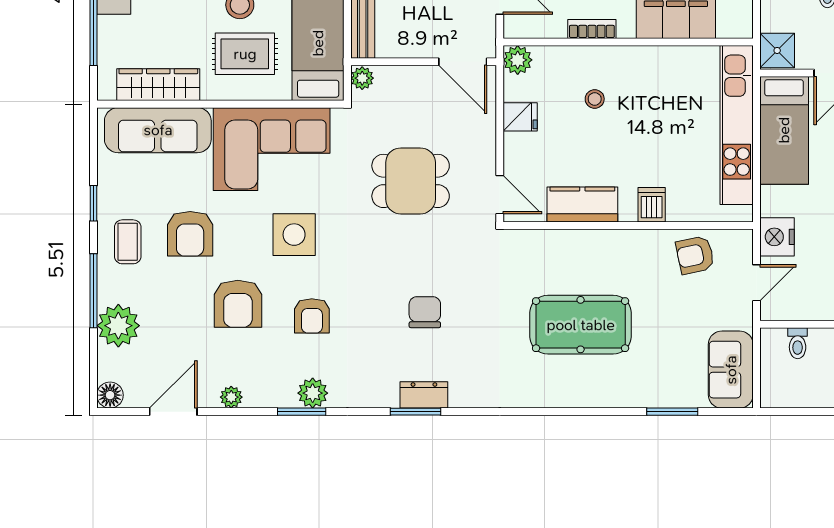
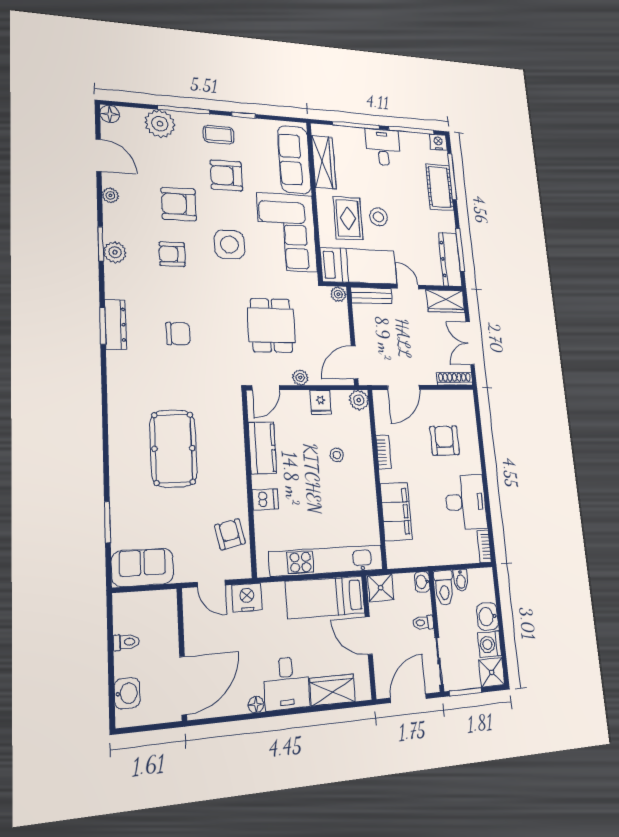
plant: (485, 144) -> (300, 377), added
toilet: (798, 343) -> (126, 642), moved, turned 180
dresser: (424, 395) -> (116, 325), width x1.44

